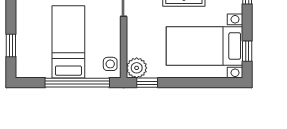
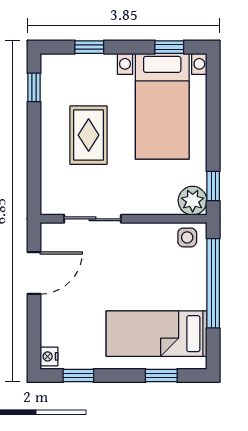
bed: (68, 42) -> (157, 334), moved

